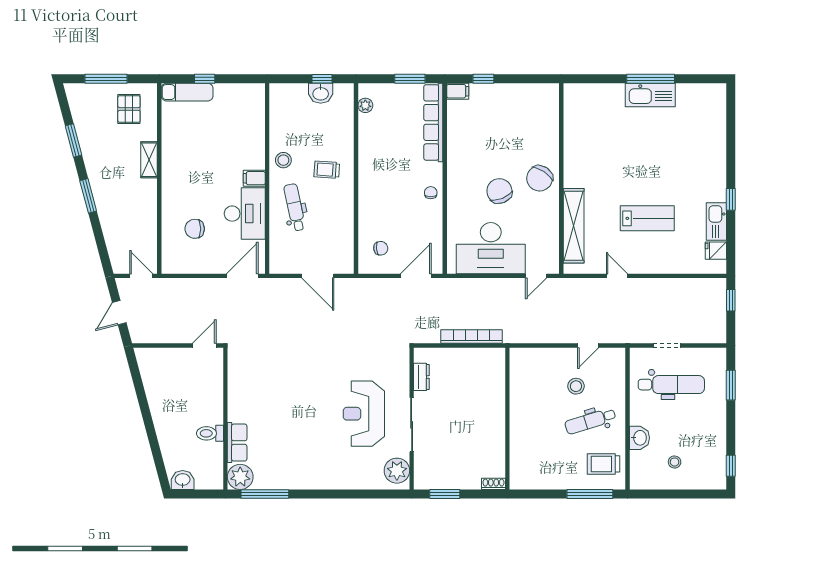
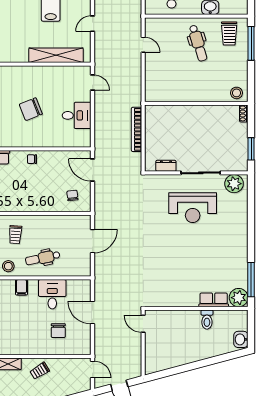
chair: (540, 178) -> (22, 80), removed
trolley: (139, 203) -> (40, 371), added
desk: (245, 214) -> (52, 294), width x0.73
desk: (491, 248) -> (77, 115), width x0.53, depth x0.77
door: (141, 276) -> (92, 369), swing flipped
door: (242, 276) -> (92, 313), moved
stool: (576, 386) -> (237, 93), moved

